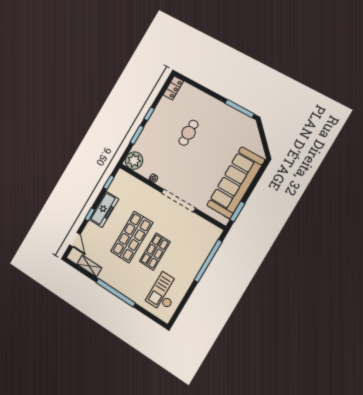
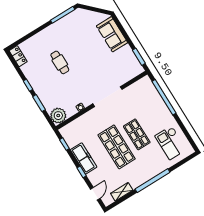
sofa: (236, 183) -> (112, 34), width x0.54, depth x0.79
door: (75, 240) -> (95, 194), hinge flipped

